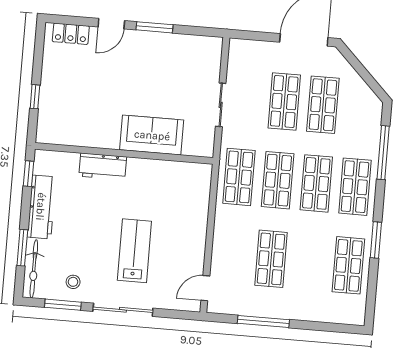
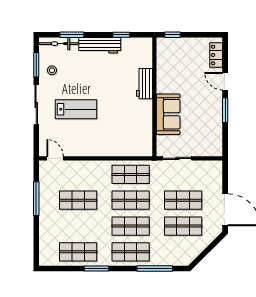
sofa: (152, 135) -> (168, 114), moved
wall: (124, 153) -> (154, 97), moved
workbench: (103, 166) -> (145, 84), moved

